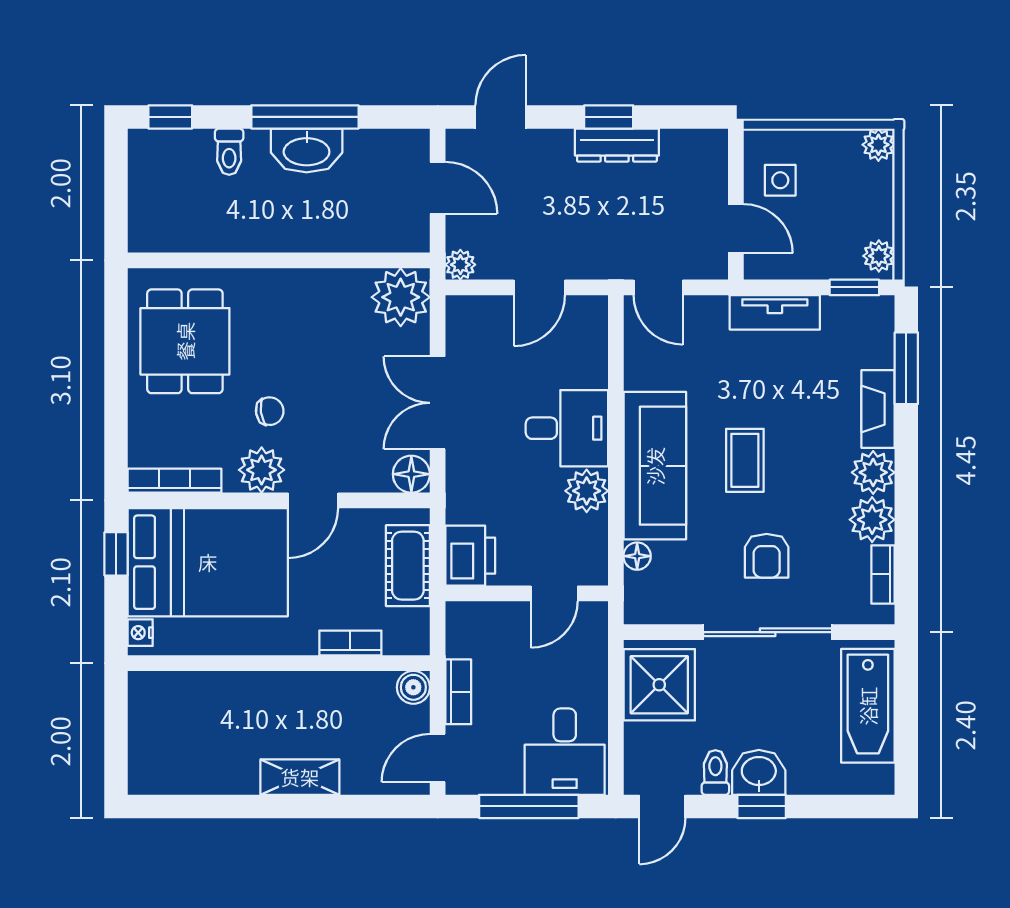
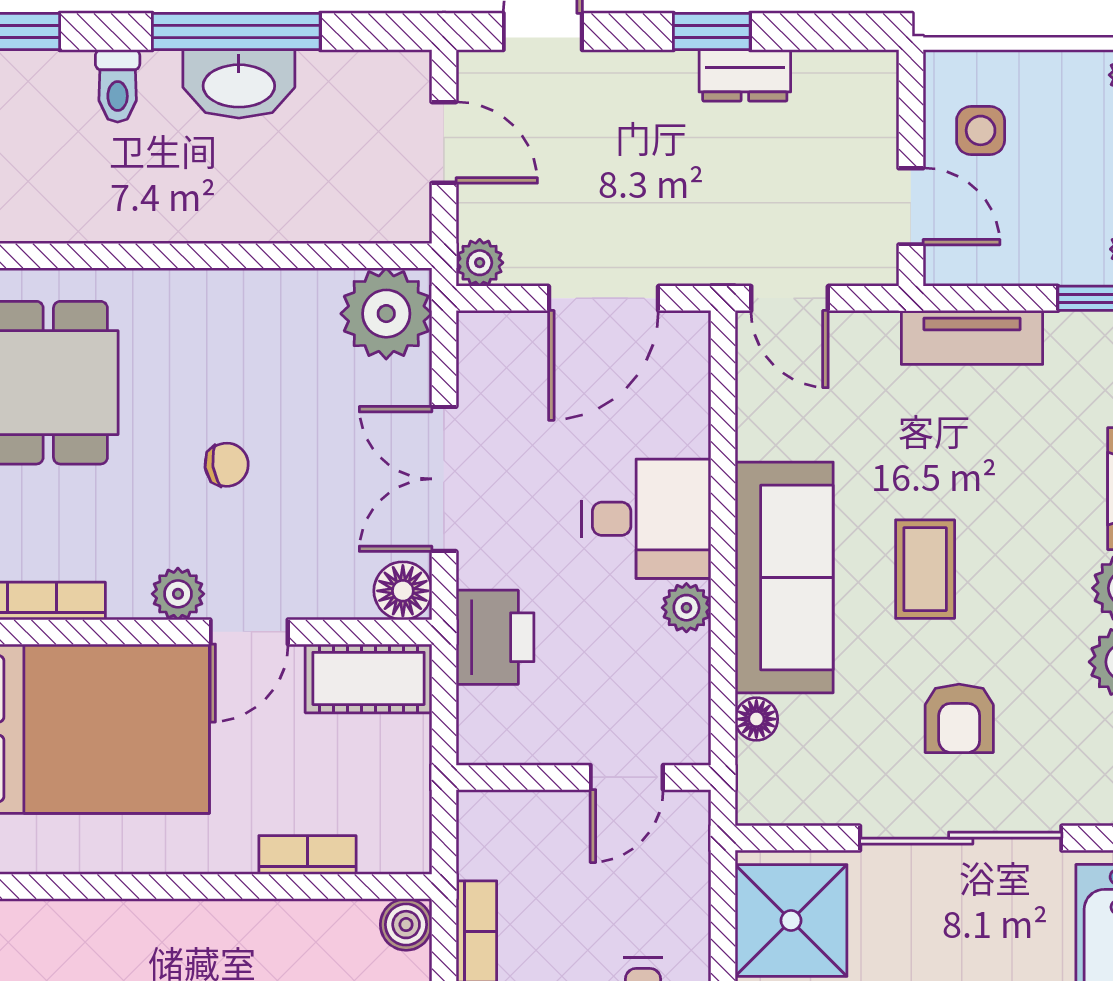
dresser: (617, 145) -> (745, 75), width x0.70
door: (539, 287) -> (603, 298), width x1.38
chair: (270, 411) -> (227, 465), moved
plant: (262, 470) -> (178, 594), width x0.73, depth x0.73
plant: (587, 491) -> (686, 608), width x0.73, depth x0.73
printer: (470, 556) -> (495, 637), moved
cot: (408, 566) -> (369, 678), moved, turned 90

